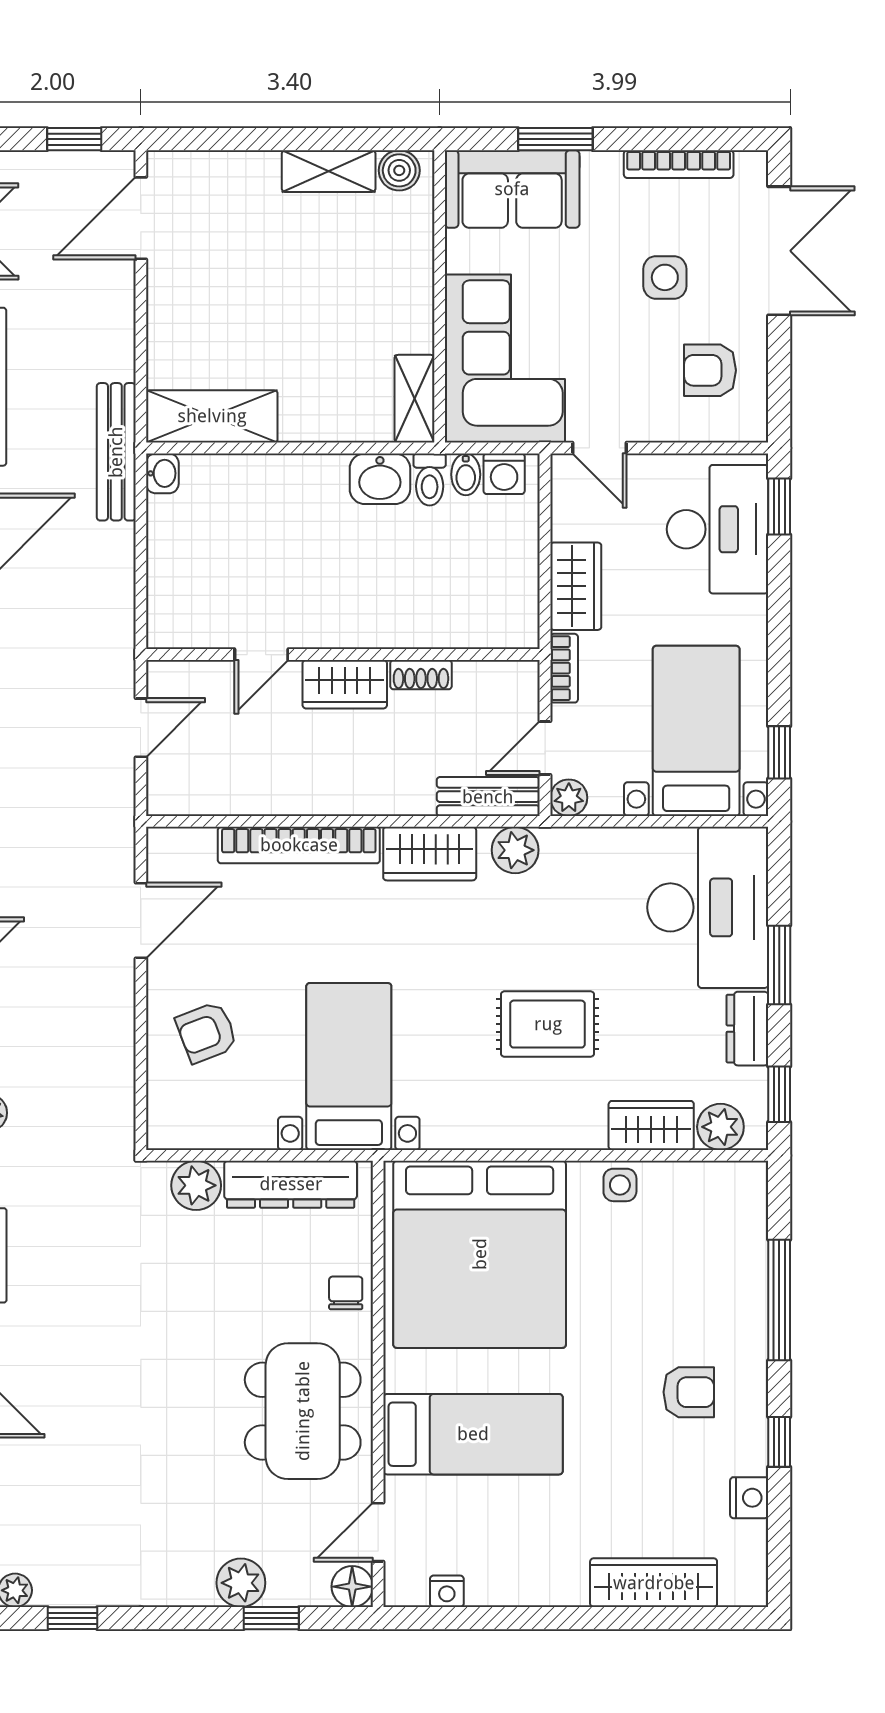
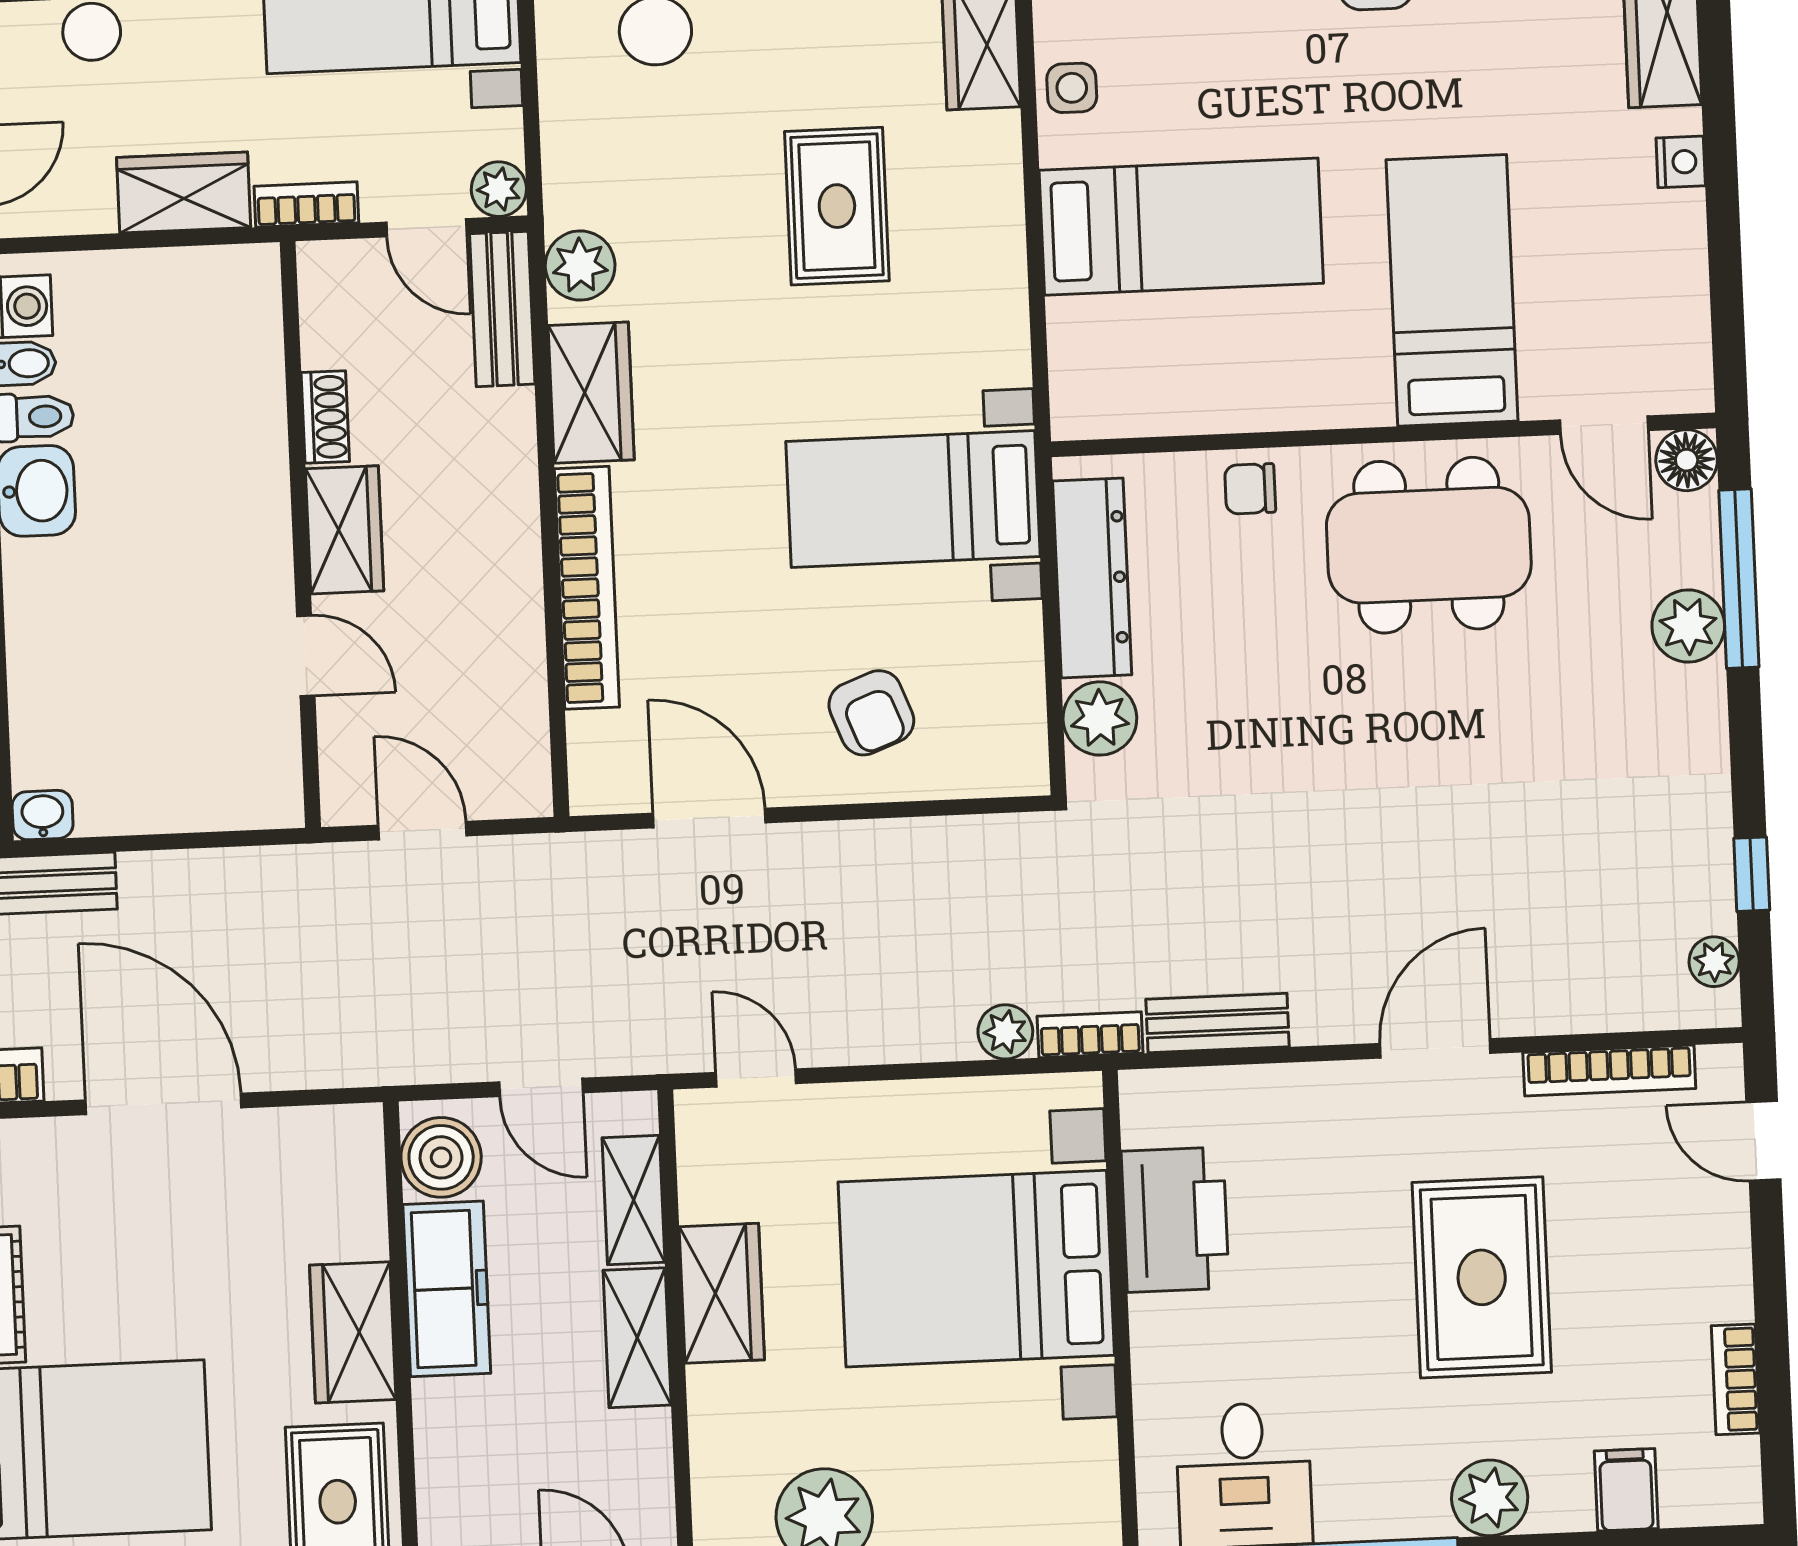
bed: (480, 1254) -> (1181, 227), width x0.49
nightstand: (447, 1591) -> (1681, 162), moved
window: (271, 1618) -> (1739, 579), width x2.17

